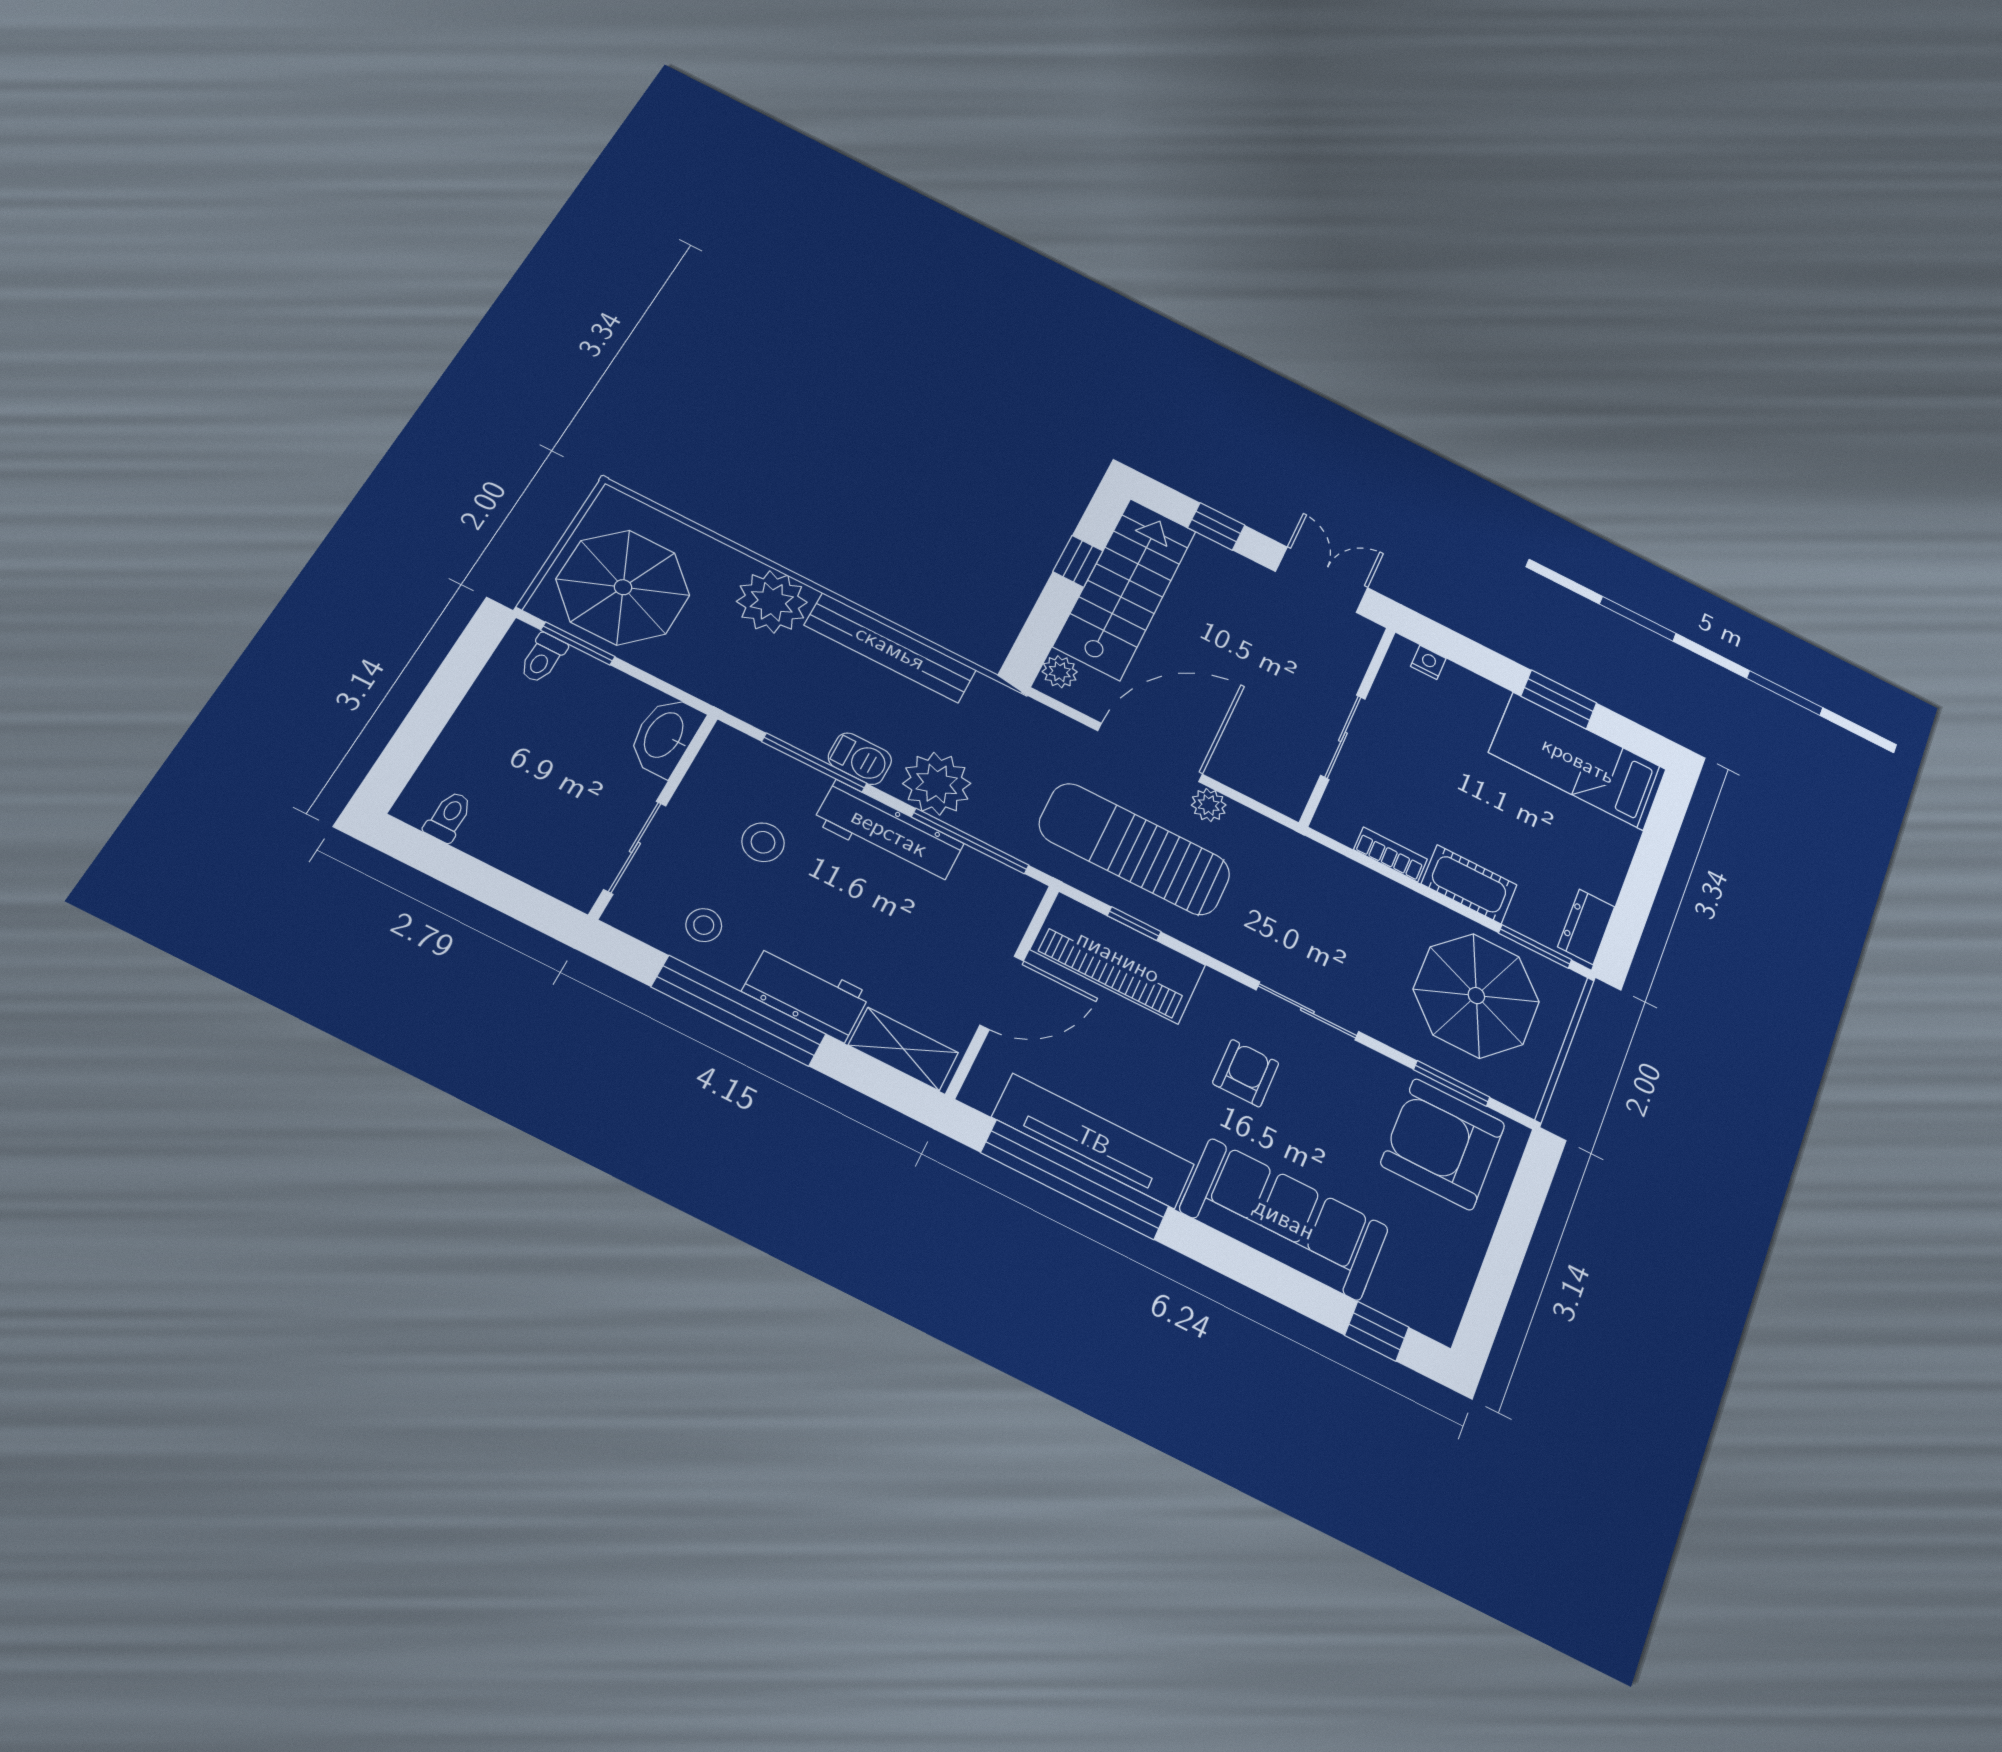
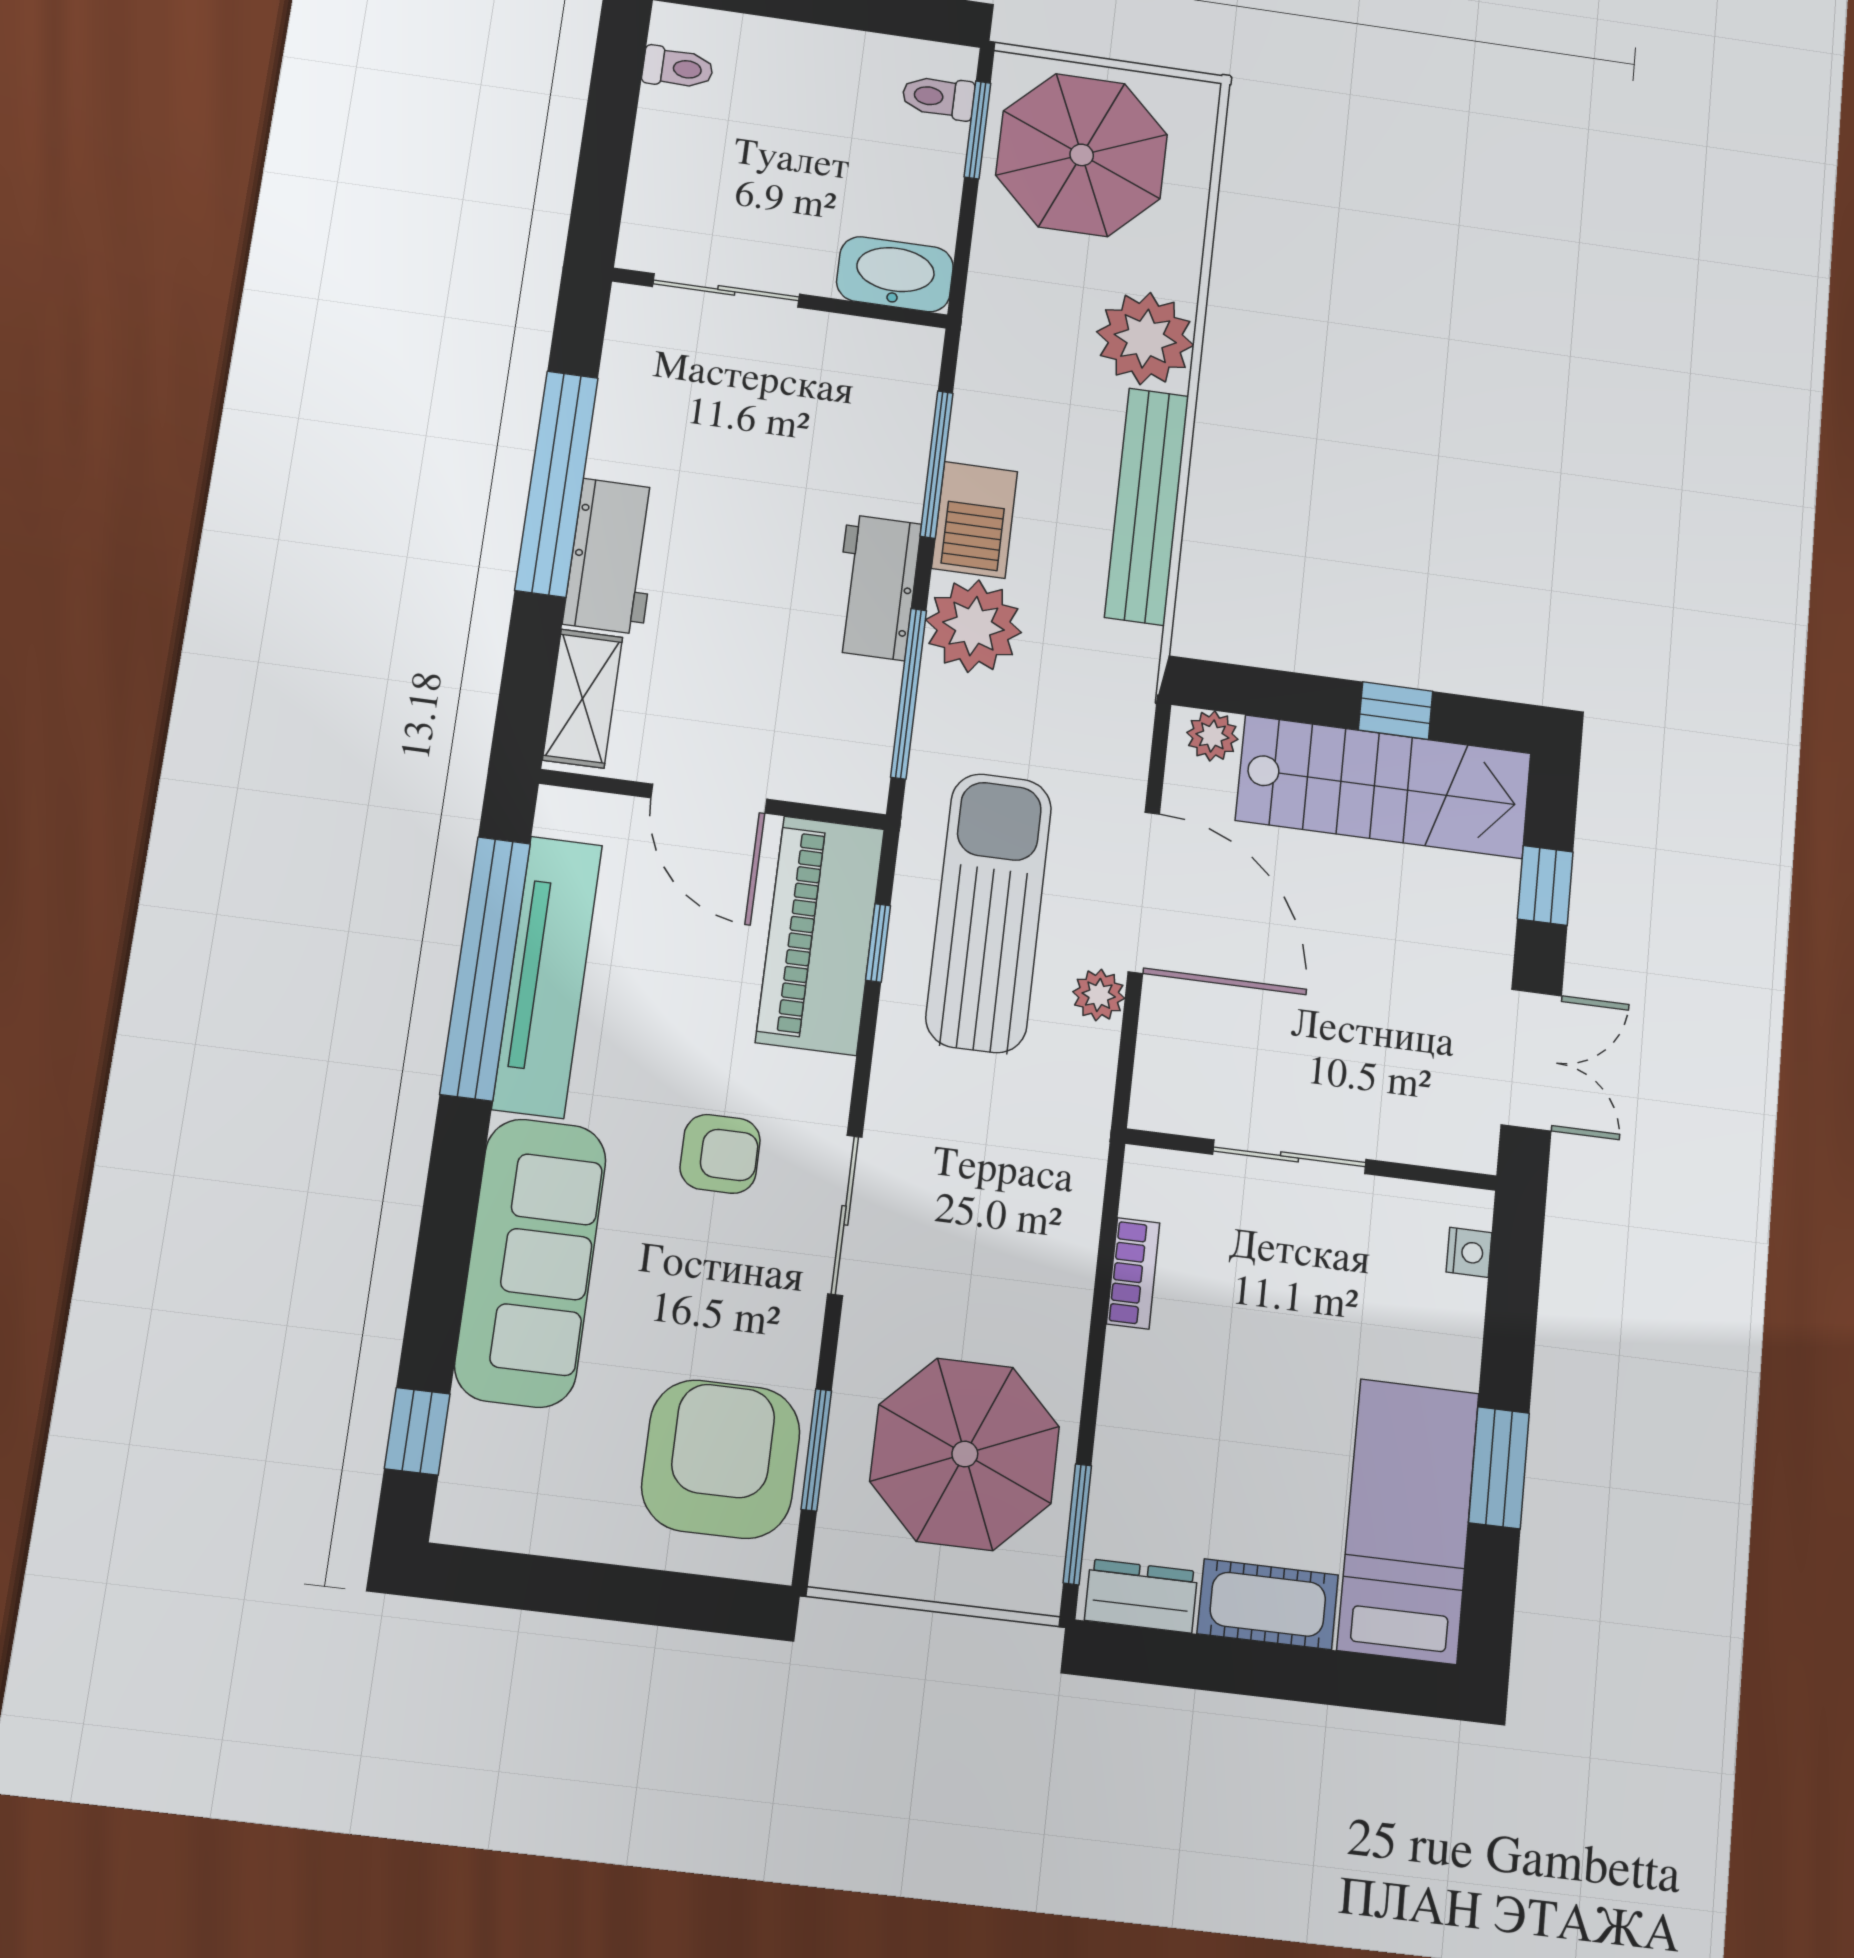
barbecue: (860, 759) -> (975, 520), width x1.38, depth x1.27
workbench: (889, 833) -> (876, 587), width x0.73
stool: (763, 842) -> (797, 438), removed
cot: (1469, 884) -> (1268, 1604), moved, turned 90
stool: (704, 925) -> (655, 405), removed

